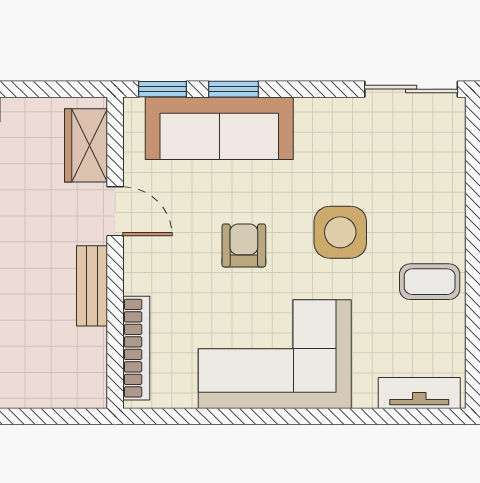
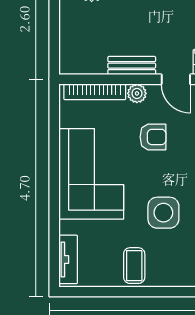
door: (115, 211) -> (176, 79), hinge flipped
armchair: (244, 245) -> (153, 137), moved
plant: (139, 277) -> (137, 93), added

